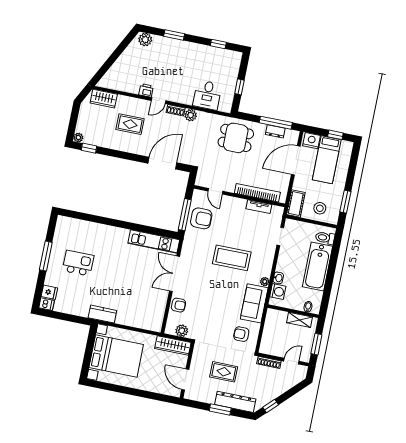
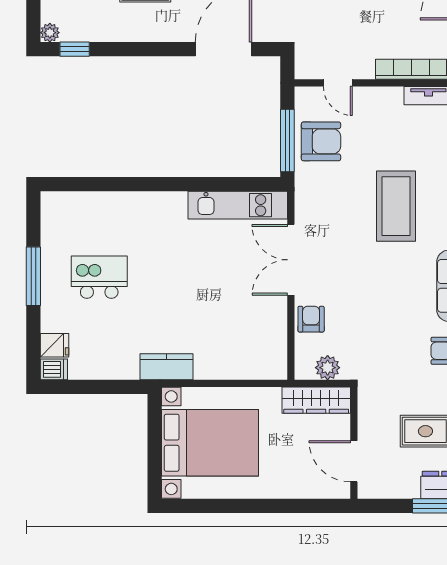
coffee table: (232, 258) -> (396, 206), turned 90
armchair: (178, 305) -> (311, 319), turned -90

